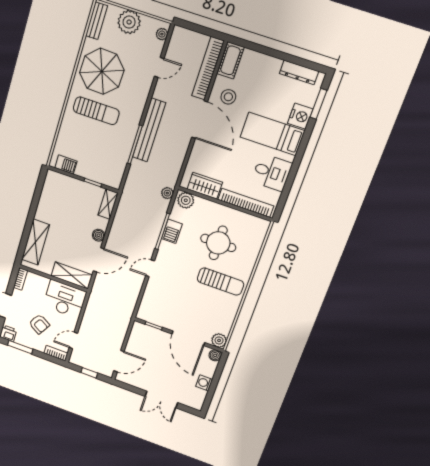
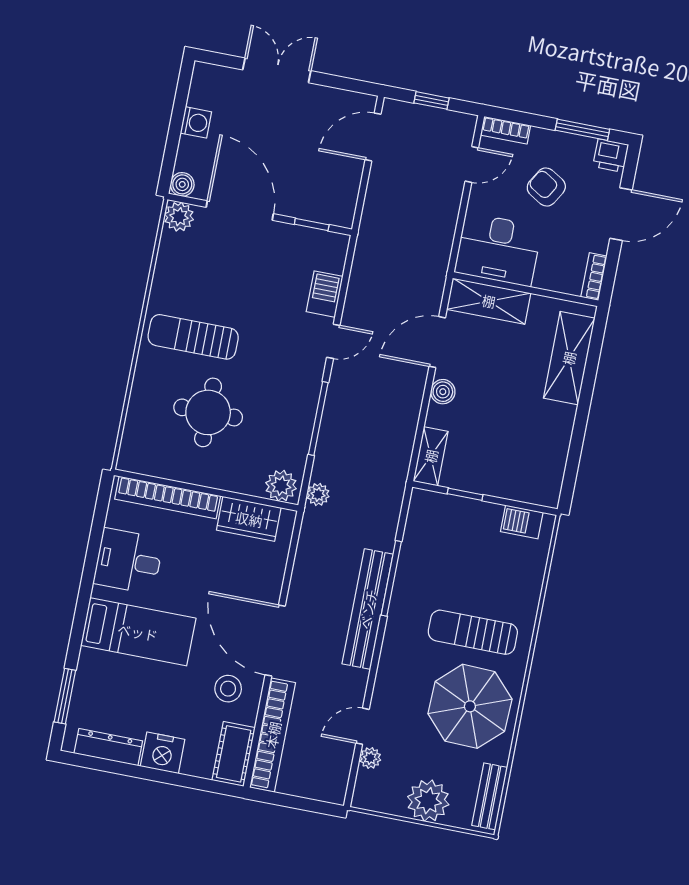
plant: (162, 34) -> (370, 758), moved
nightstand: (300, 116) -> (163, 753), moved, turned -90
barbecue: (172, 231) -> (325, 294), moved

